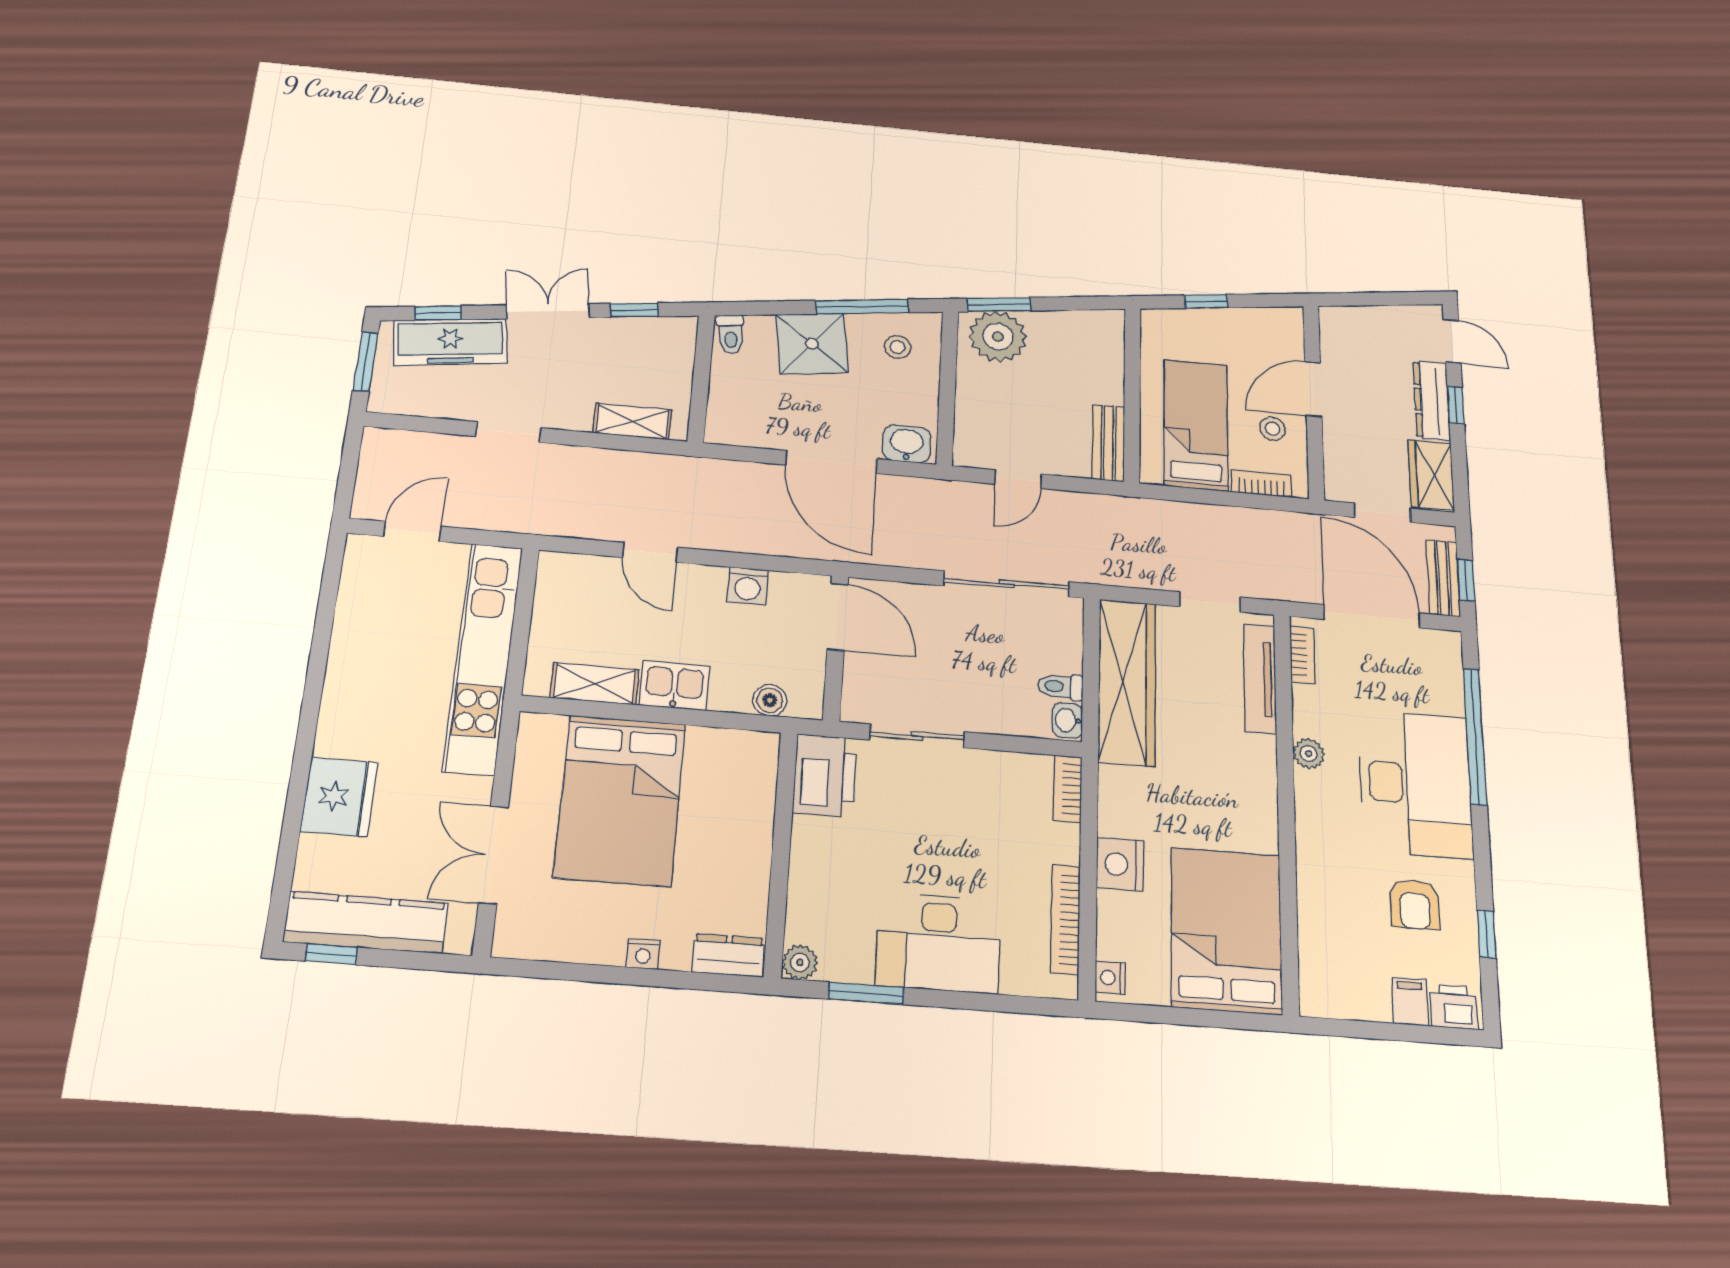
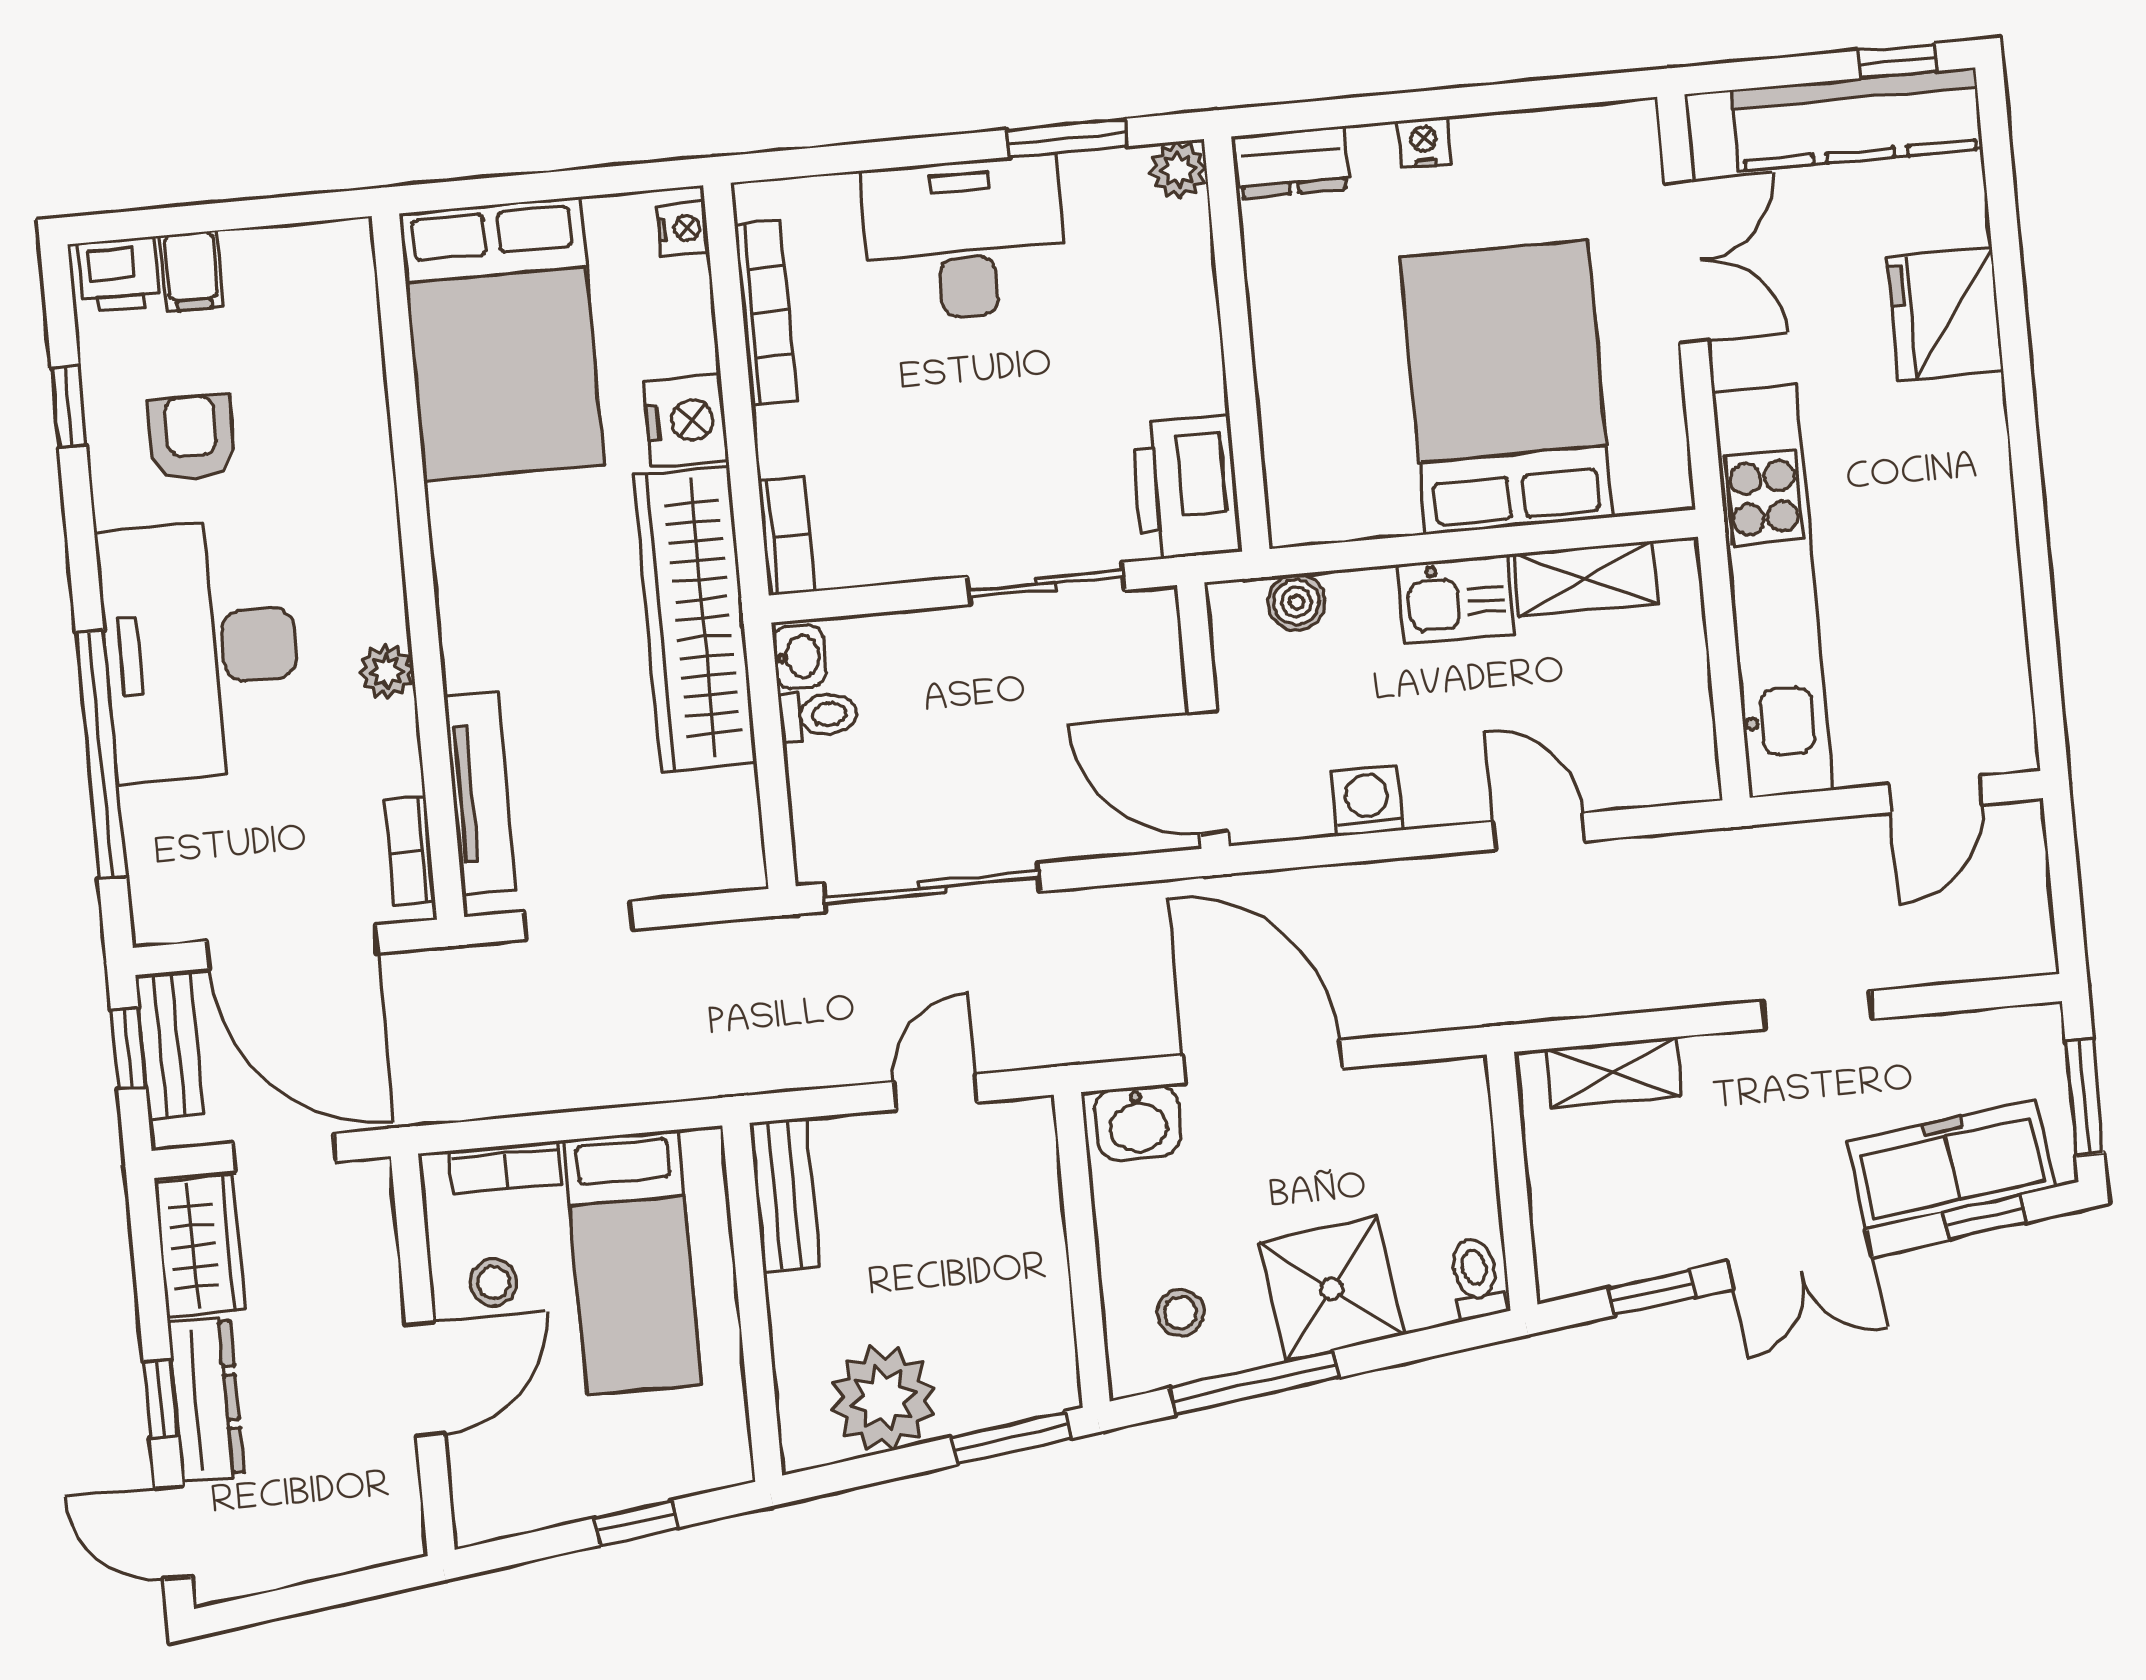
plant: (998, 336) -> (883, 1399), moved
wardrobe: (1127, 682) -> (695, 619), moved

